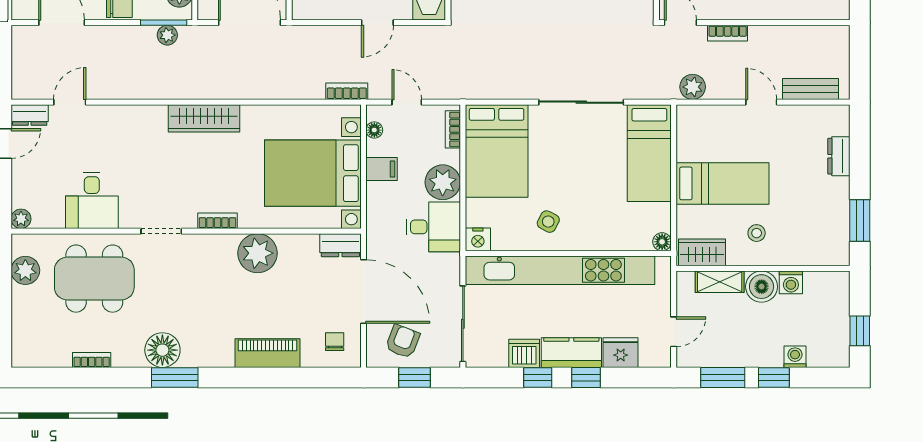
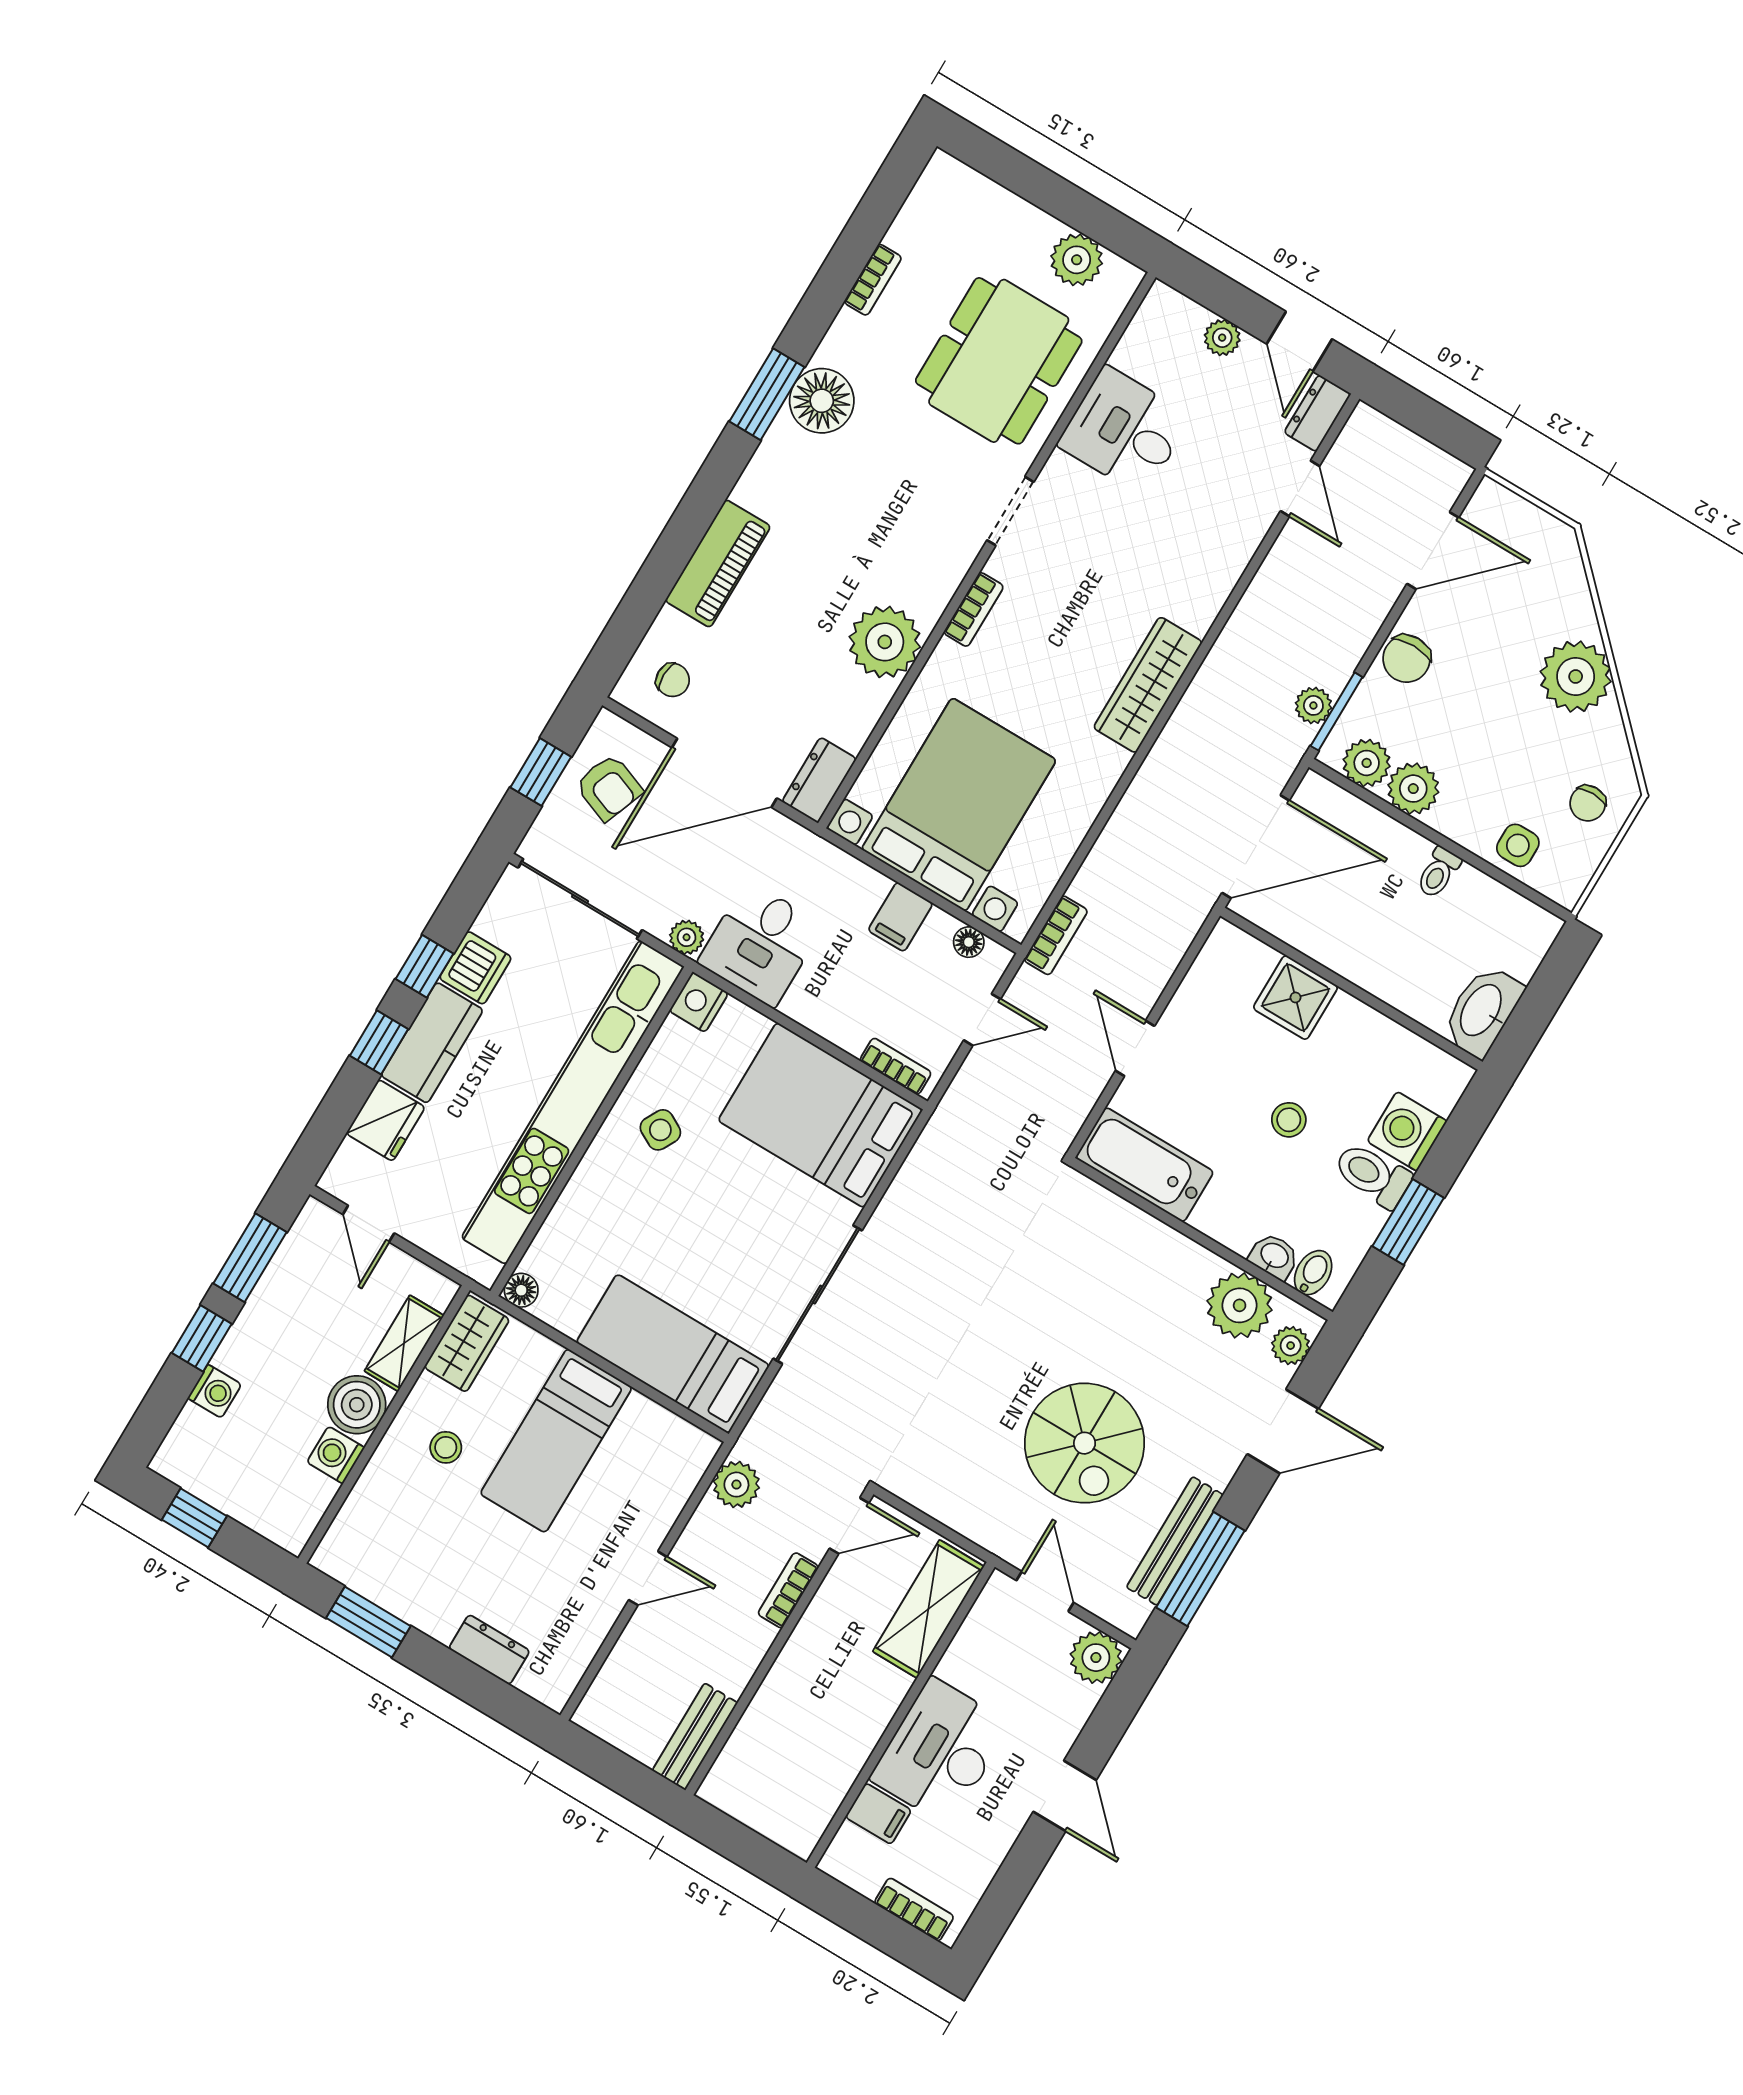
bench: (810, 89) -> (695, 1737), moved
plant: (443, 182) -> (687, 937), moved, width x0.53, depth x0.53
plant: (21, 219) -> (1222, 338), moved

